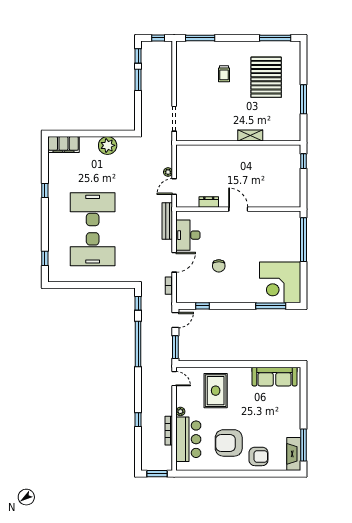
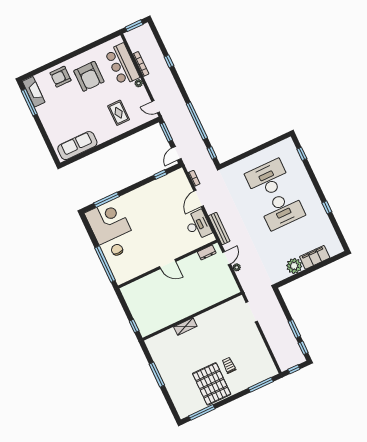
pallet: (266, 77) -> (212, 384), moved
filing cabinet: (63, 145) -> (315, 257), moved
dresser: (209, 202) -> (207, 253), moved
chair: (219, 266) -> (117, 250), moved
rug: (216, 391) -> (119, 113), width x0.73, depth x0.70
armchair: (229, 443) -> (89, 76), turned 90

